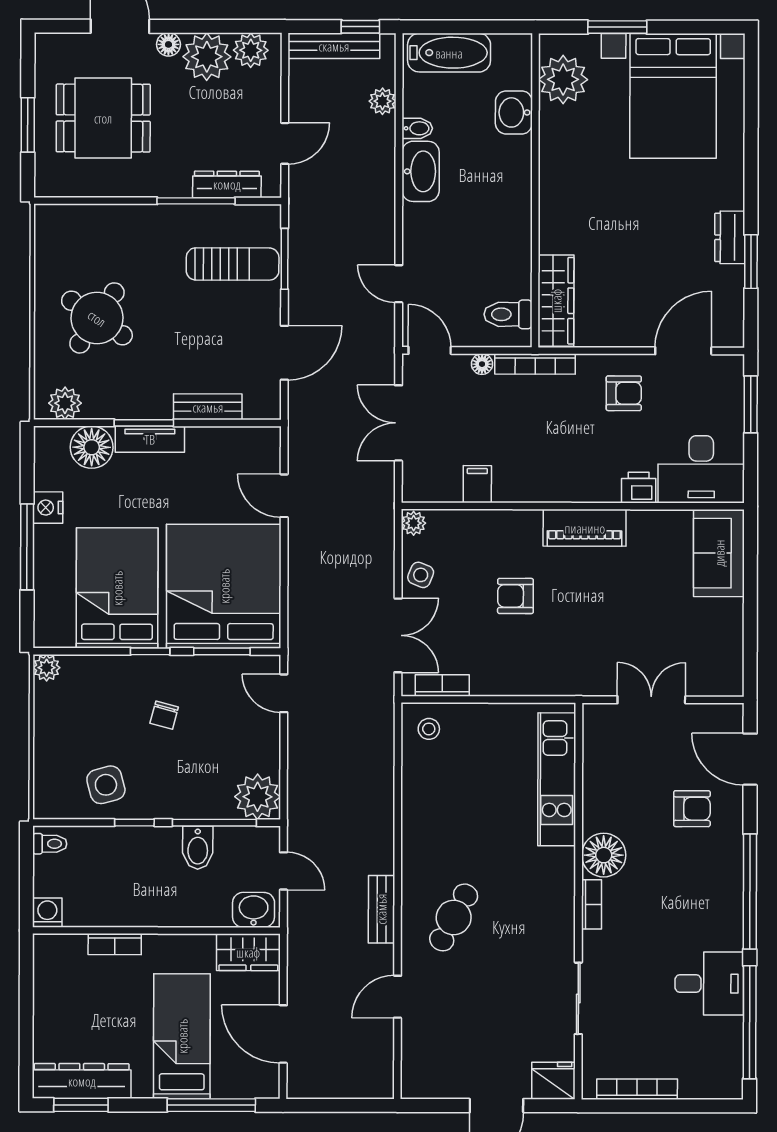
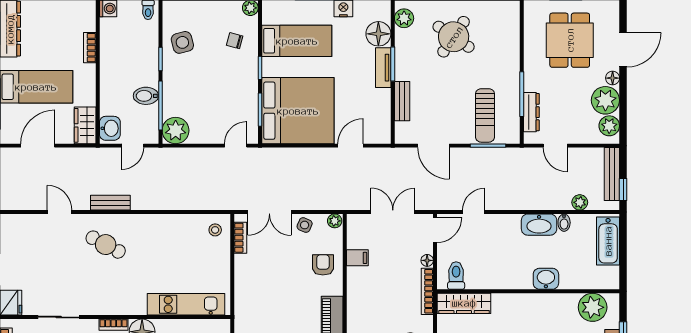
washbasin: (514, 112) -> (546, 279), moved
bed: (117, 588) -> (297, 41), width x0.67
armchair: (515, 596) -> (323, 265), moved
chair: (164, 715) -> (235, 41), moved

